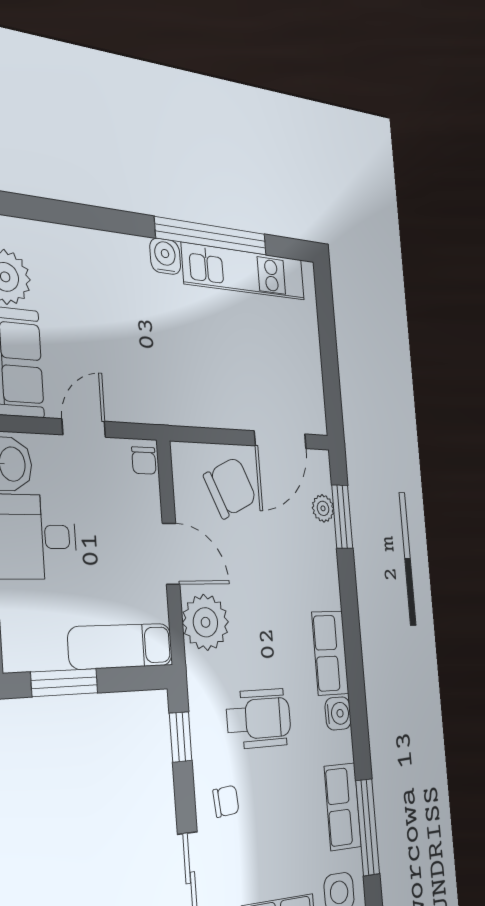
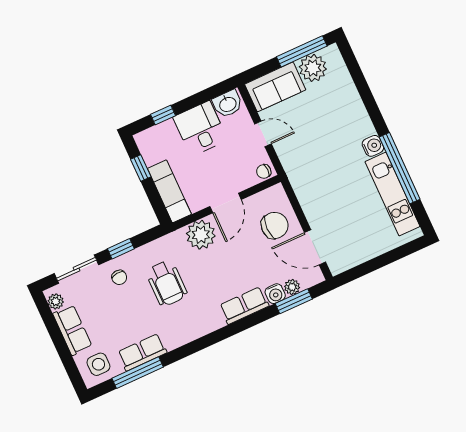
chair: (230, 488) -> (275, 225), turned -65
row of seats: (330, 653) -> (244, 306), moved
window: (65, 683) -> (141, 168), width x0.67
water cooler: (338, 713) -> (275, 294), moved
window: (181, 737) -> (121, 249), moved

